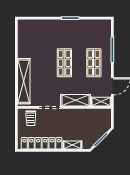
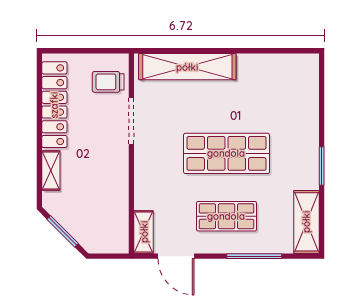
shop shelf: (64, 63) -> (226, 153), width x1.43, depth x1.36
shelving: (75, 100) -> (306, 222), moved

